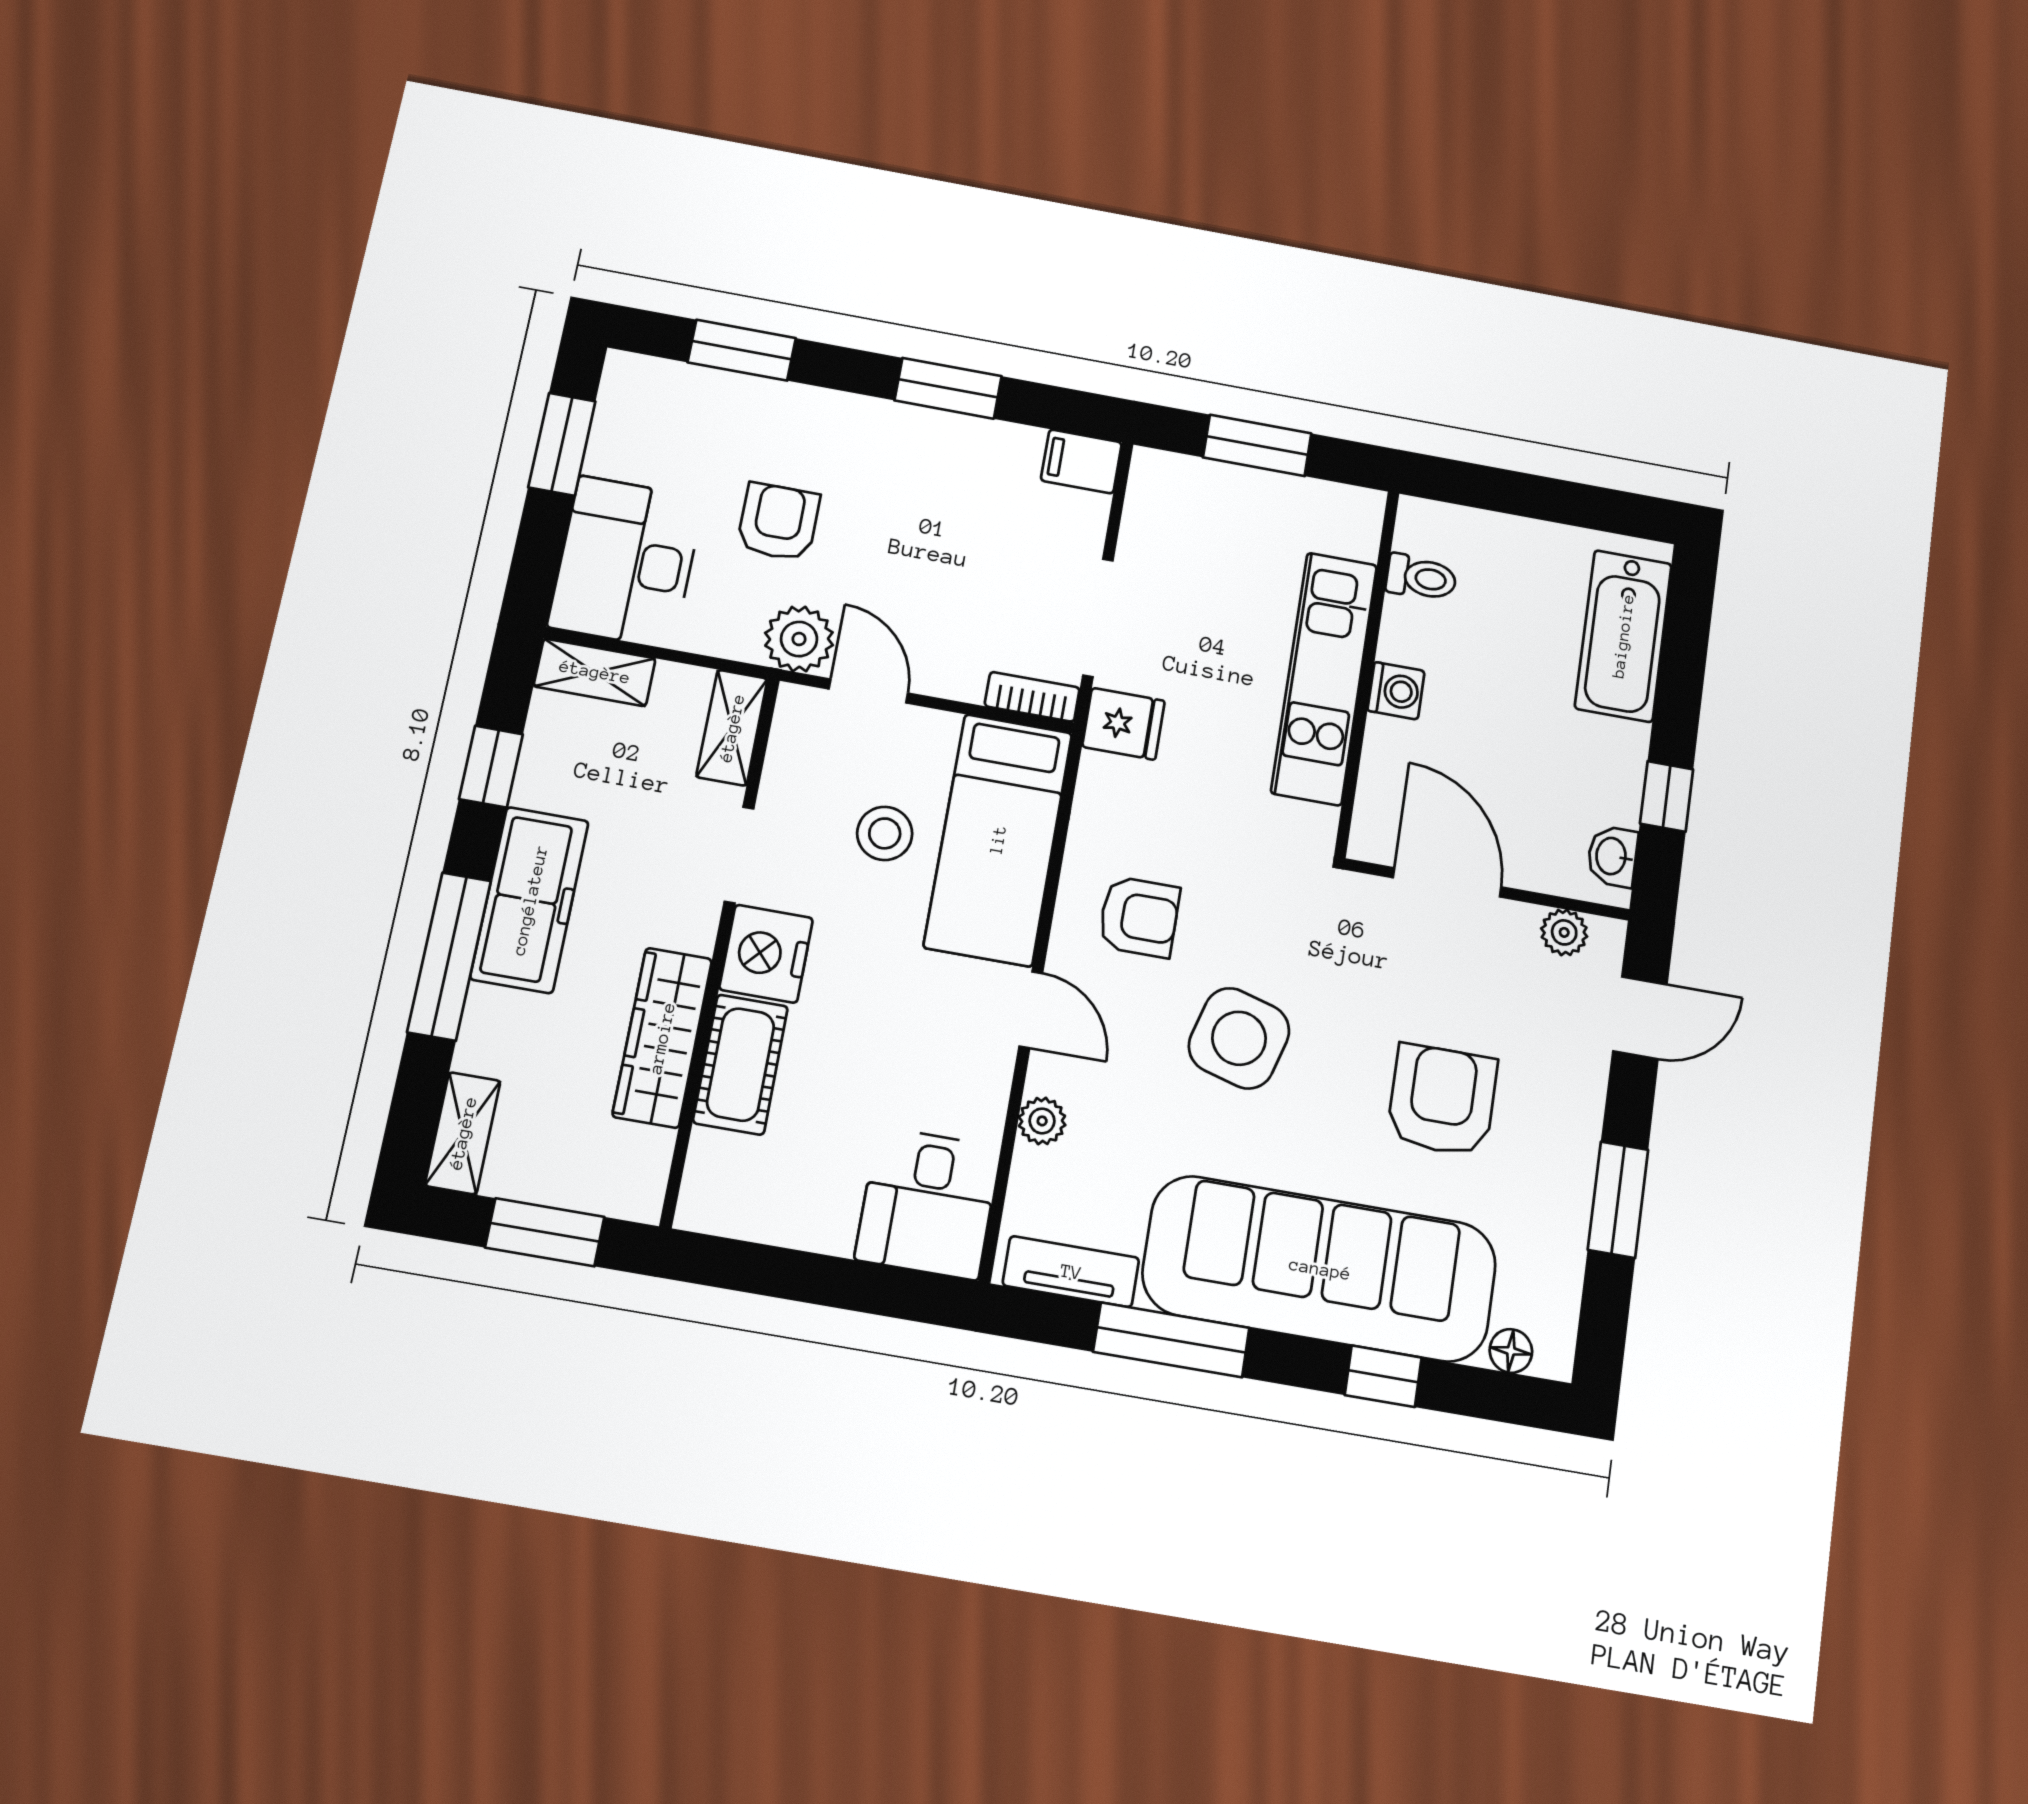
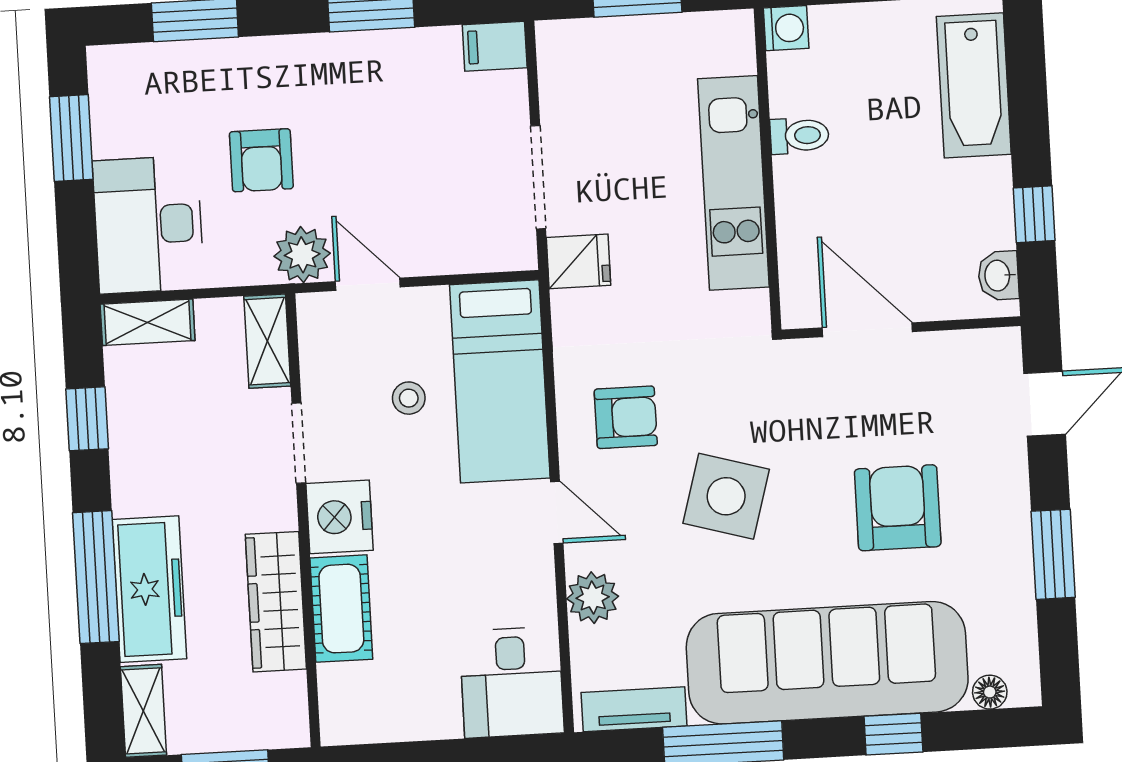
armchair: (778, 522) -> (261, 160), turned 180
toilet: (1421, 578) -> (799, 136), moved
washing machine: (1396, 691) -> (786, 28), moved
bookcase: (1032, 697) -> (500, 257), removed
stool: (885, 833) -> (409, 398), width x0.73, depth x0.73
freezer: (530, 900) -> (149, 589), moved
plant: (1564, 932) -> (970, 348), removed
plant: (1042, 1121) -> (593, 598), width x1.38, depth x1.38

